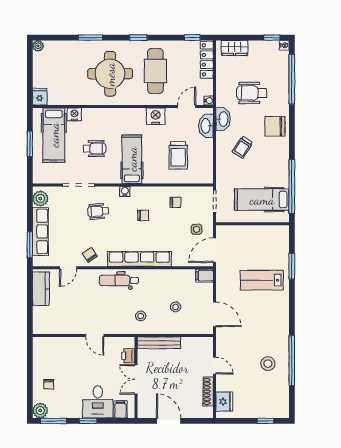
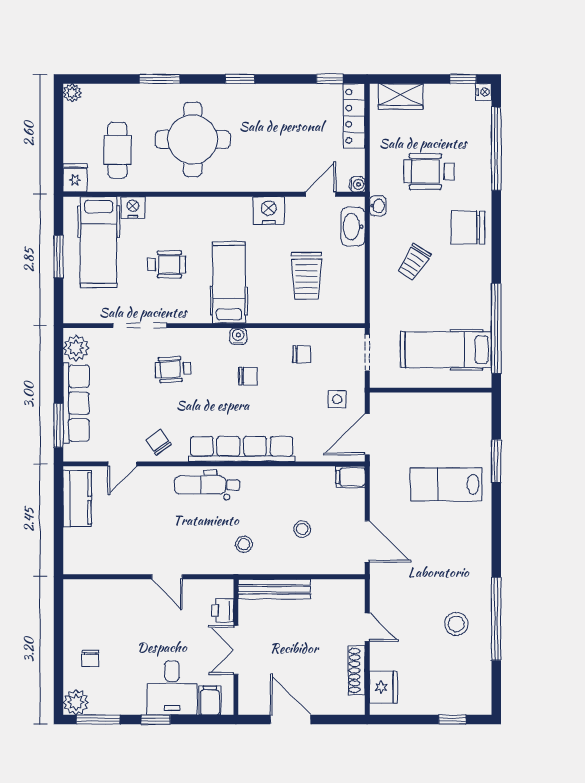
cafe table: (155, 71) -> (117, 150), moved, width x0.73, depth x0.74
washbasin: (223, 119) -> (378, 206), width x0.52, depth x0.69
water cooler: (125, 191) -> (238, 336), moved

